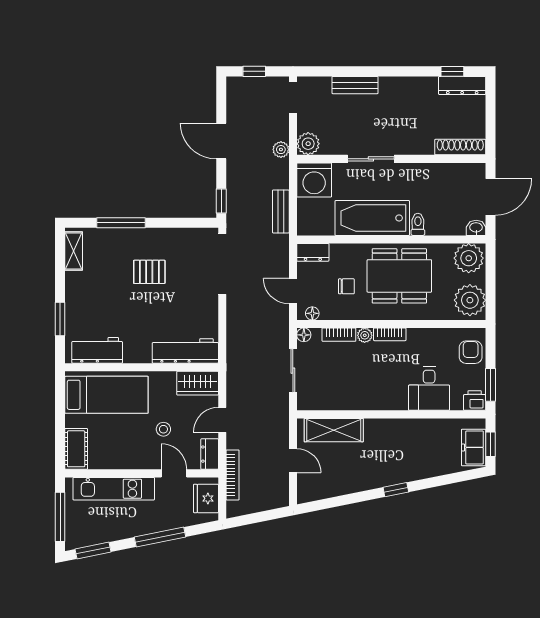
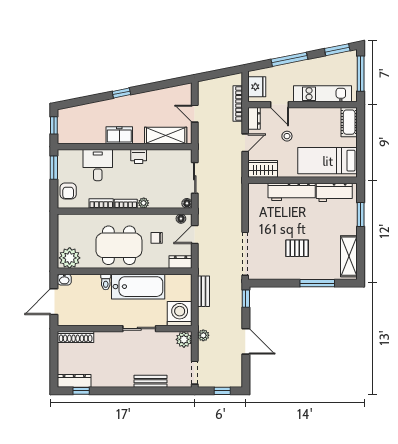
shelving: (74, 251) -> (349, 256), width x1.50, depth x1.33
door: (293, 291) -> (195, 234), swing flipped
plant: (470, 300) -> (69, 228), removed
bookcase: (339, 335) -> (101, 203), moved
workbench: (185, 351) -> (292, 192), moved
printer: (475, 400) -> (139, 157), moved
freezer: (474, 447) -> (119, 135), moved, turned -90

